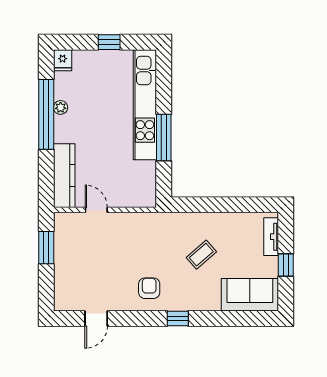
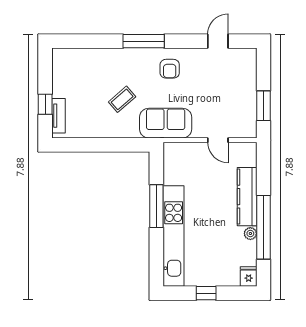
kitchen counter: (64, 176) -> (247, 197), moved
window: (286, 265) -> (45, 104), moved
sofa: (250, 295) -> (166, 123), moved, turned 180
window: (178, 319) -> (144, 41), width x2.17

